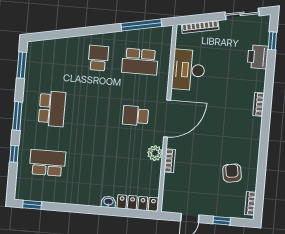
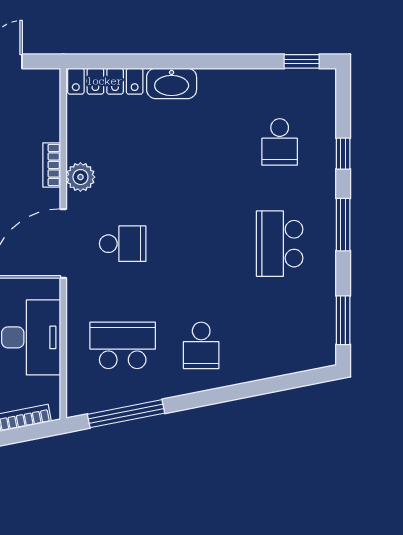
school desk: (47, 163) -> (280, 142), width x0.54
washbasin: (108, 202) -> (172, 83), width x1.91, depth x1.45

